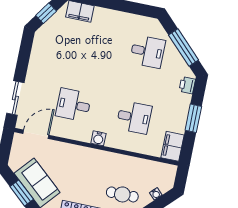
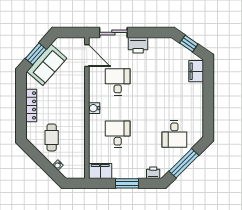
printer: (36, 72) -> (138, 45), added
desk: (134, 117) -> (118, 134), turned 180

